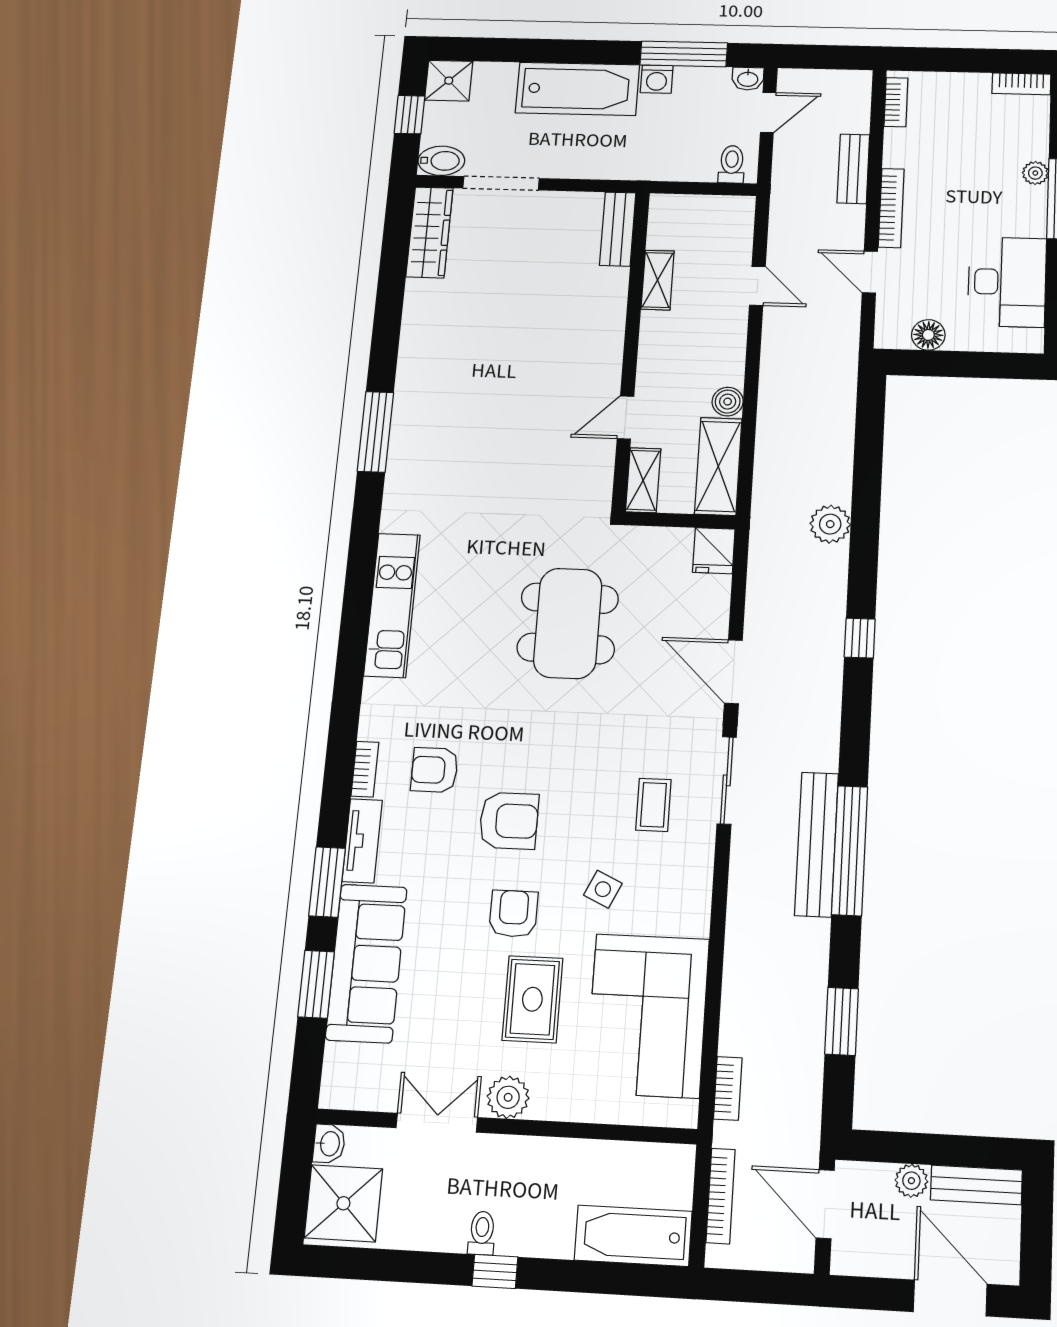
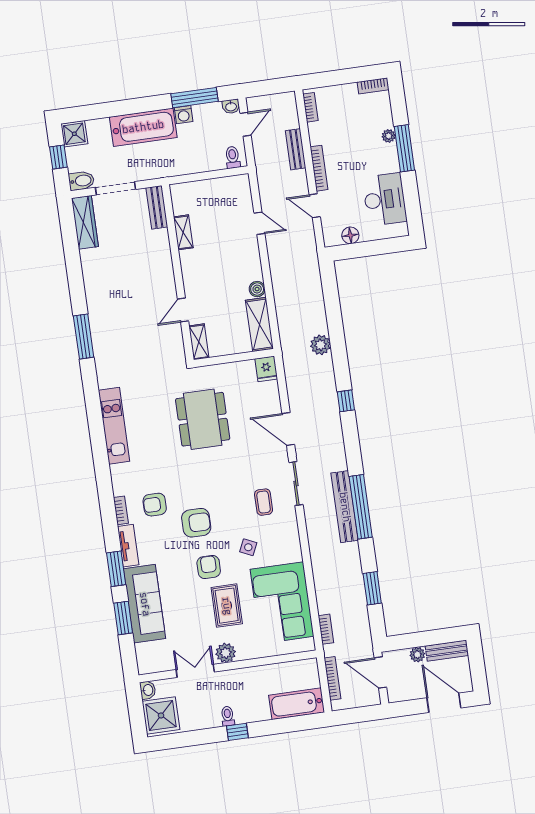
bench: (618, 229) -> (157, 207), moved
shelving: (658, 280) -> (183, 232), moved
wall: (631, 349) -> (178, 273), moved
door: (625, 417) -> (183, 310), moved
shelving: (643, 480) -> (199, 342), moved

